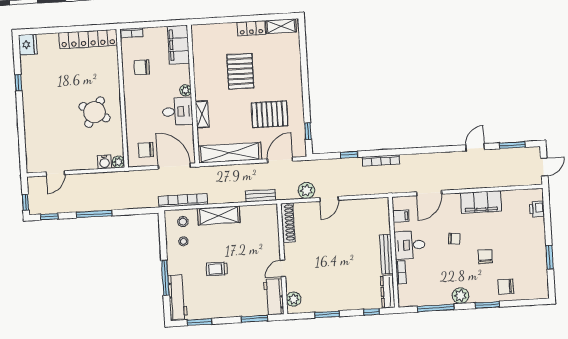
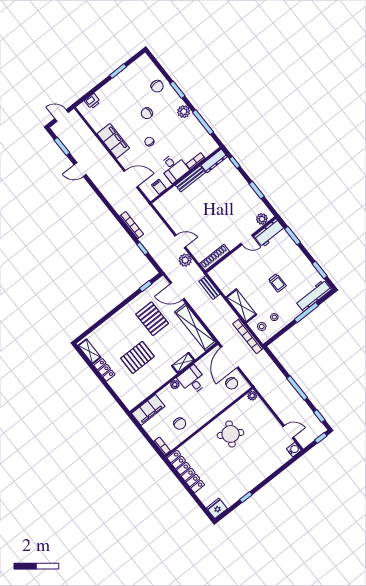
water cooler: (105, 162) -> (294, 450), moved

